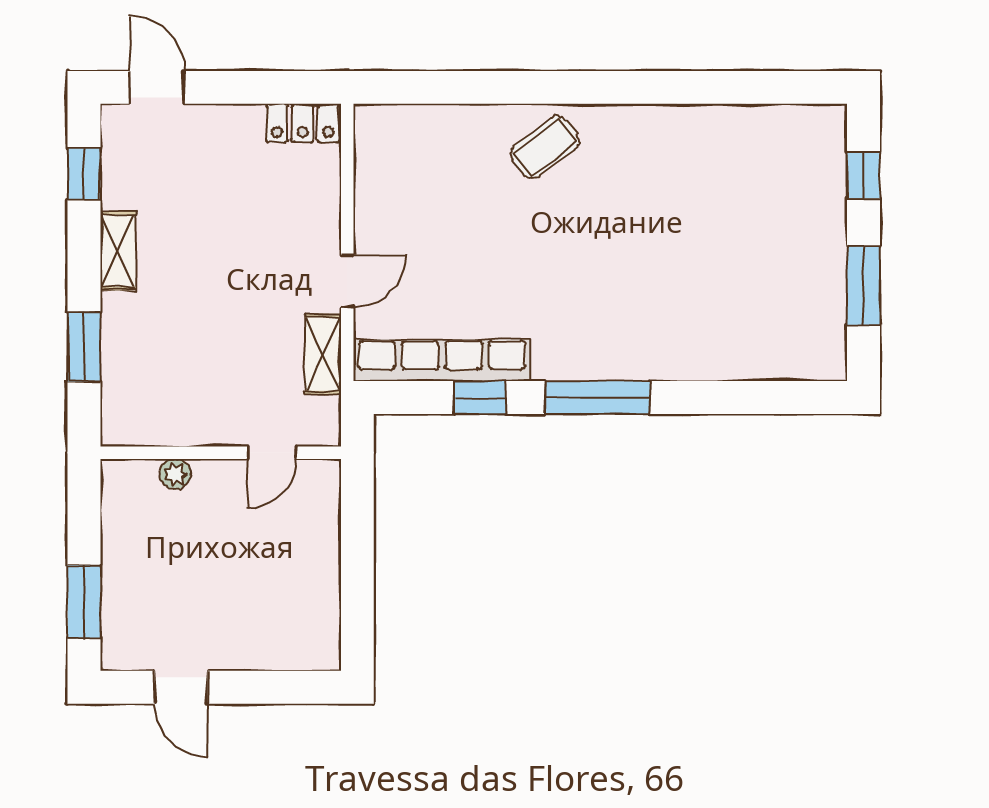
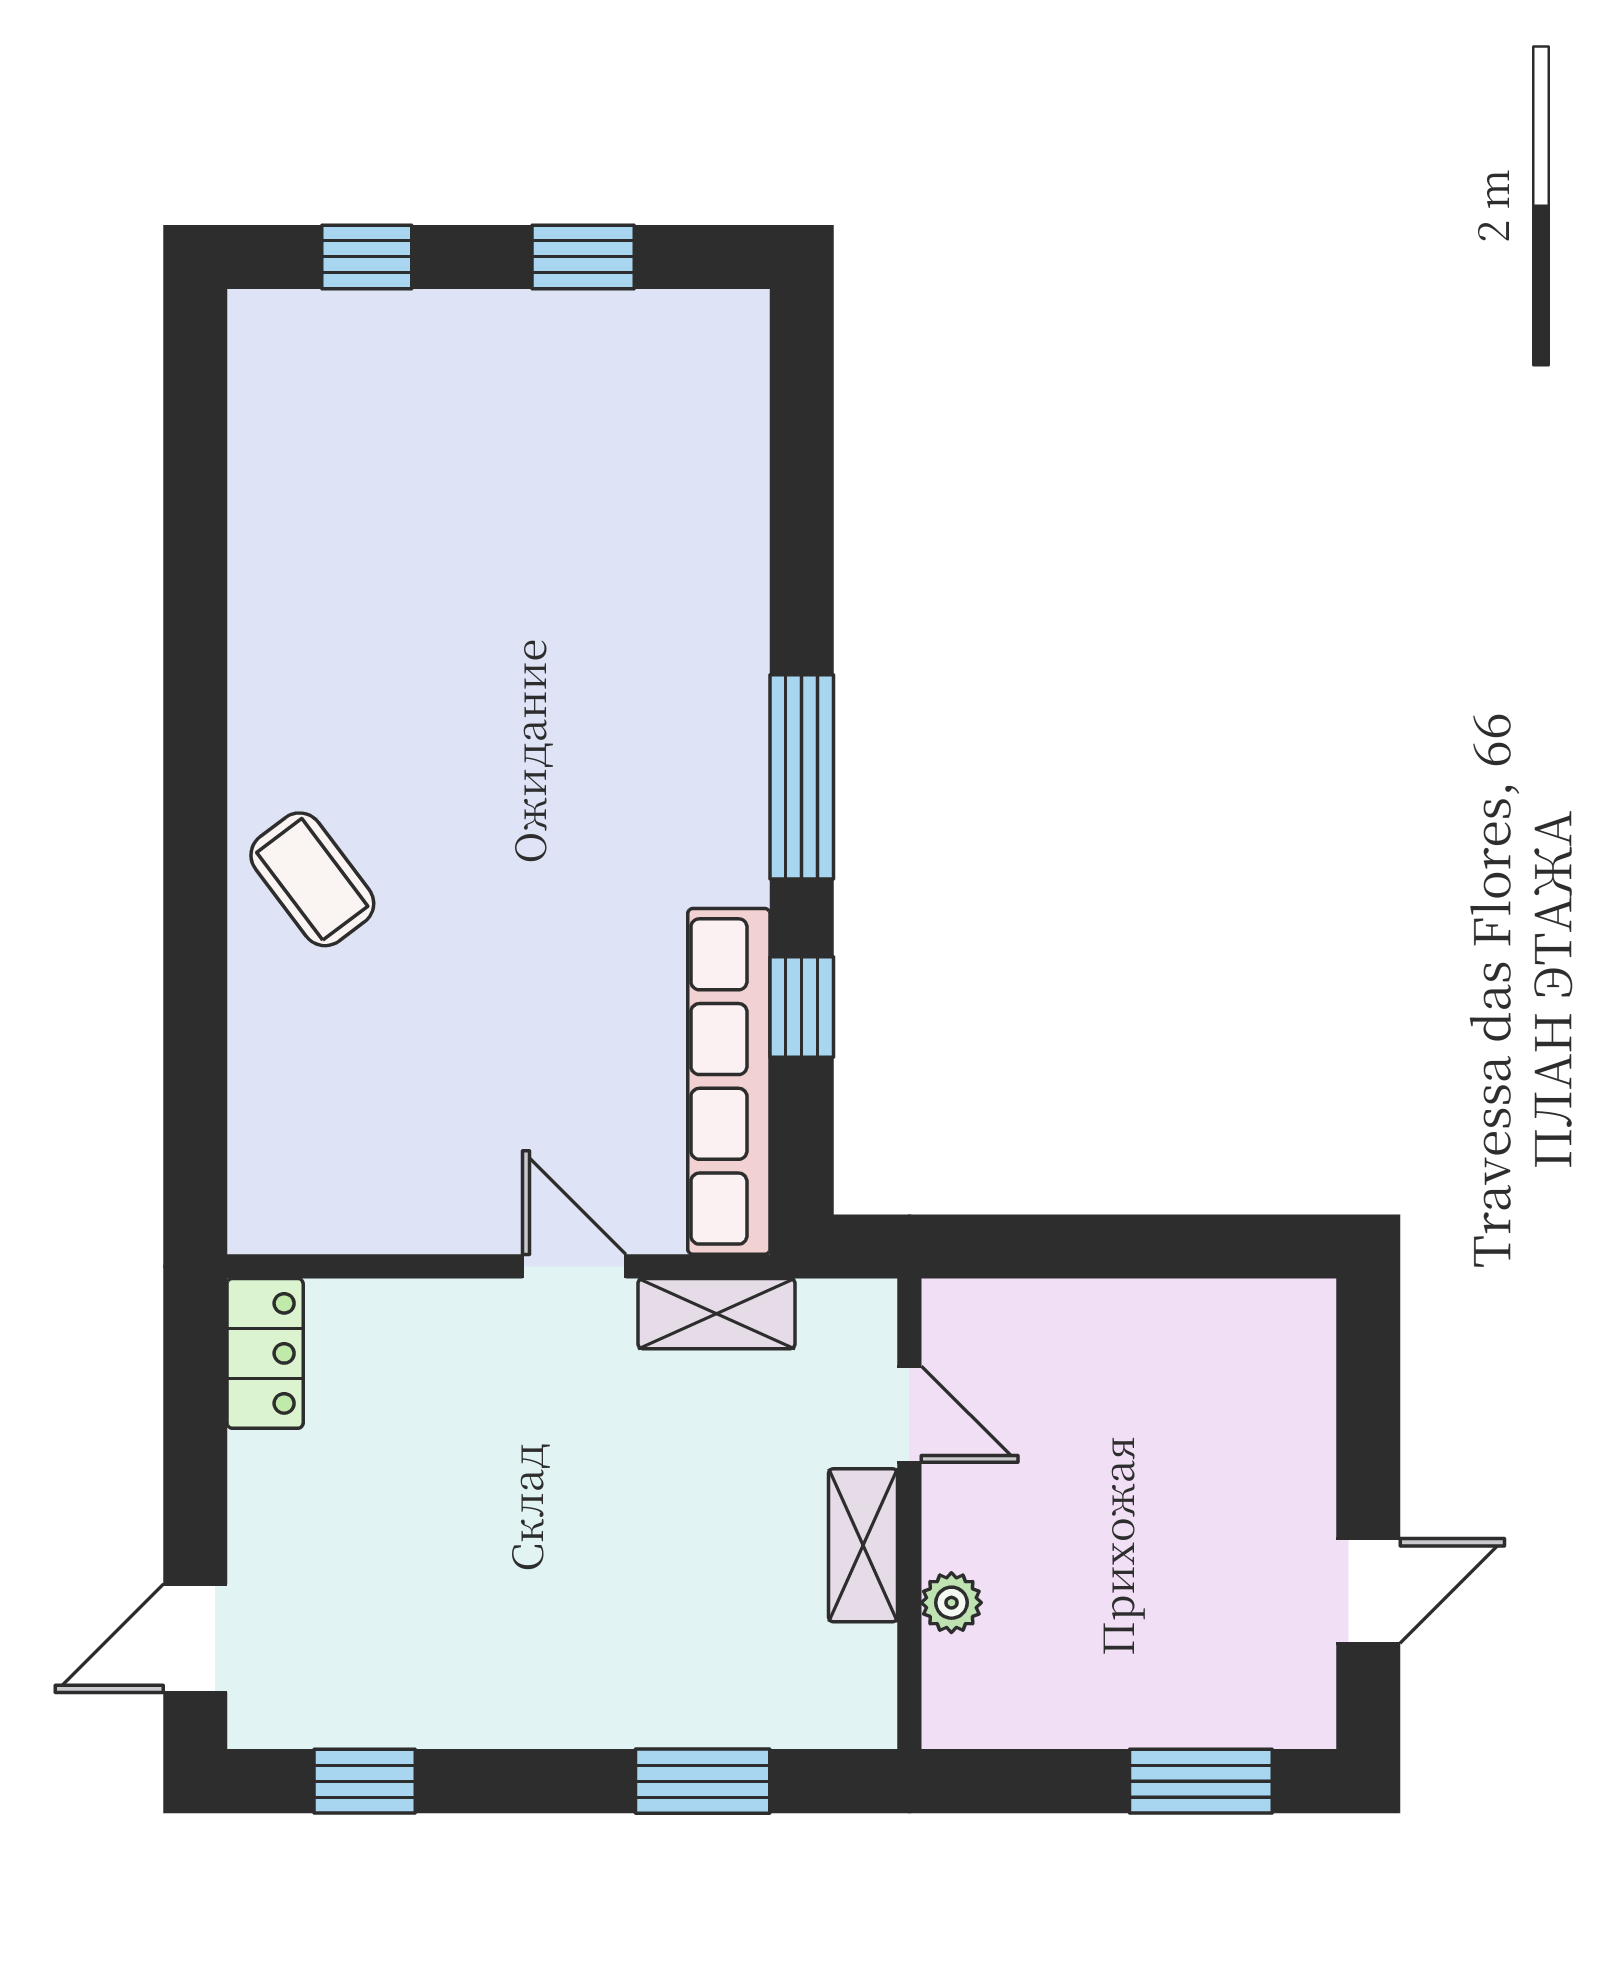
shelving: (118, 251) -> (863, 1545), moved, turned 90
window: (863, 286) -> (583, 257), width x0.67

